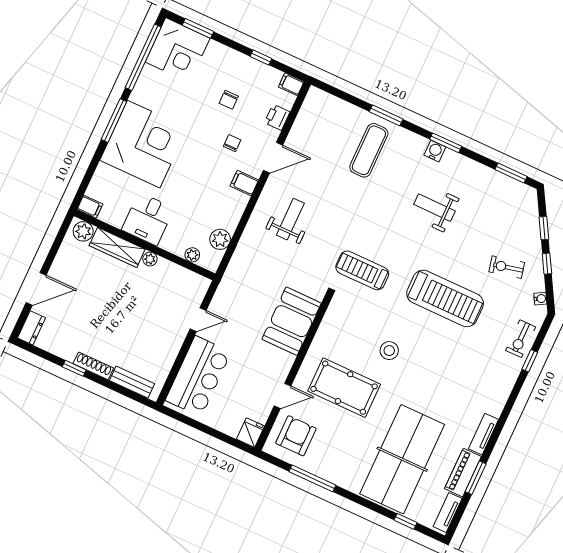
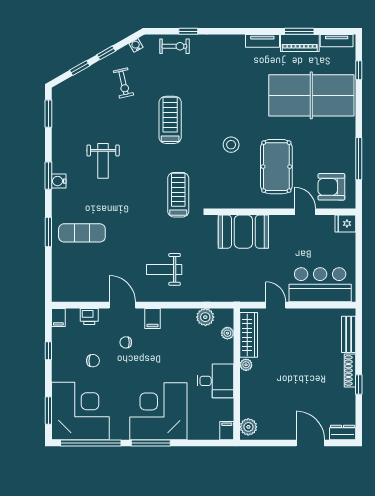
corner desk: (178, 50) -> (80, 411), width x1.36, depth x1.36
wardrobe: (117, 247) -> (249, 335), moved
treadmill: (362, 270) -> (178, 195), turned 180
treadmill: (445, 298) -> (170, 120), width x0.73, depth x0.73

